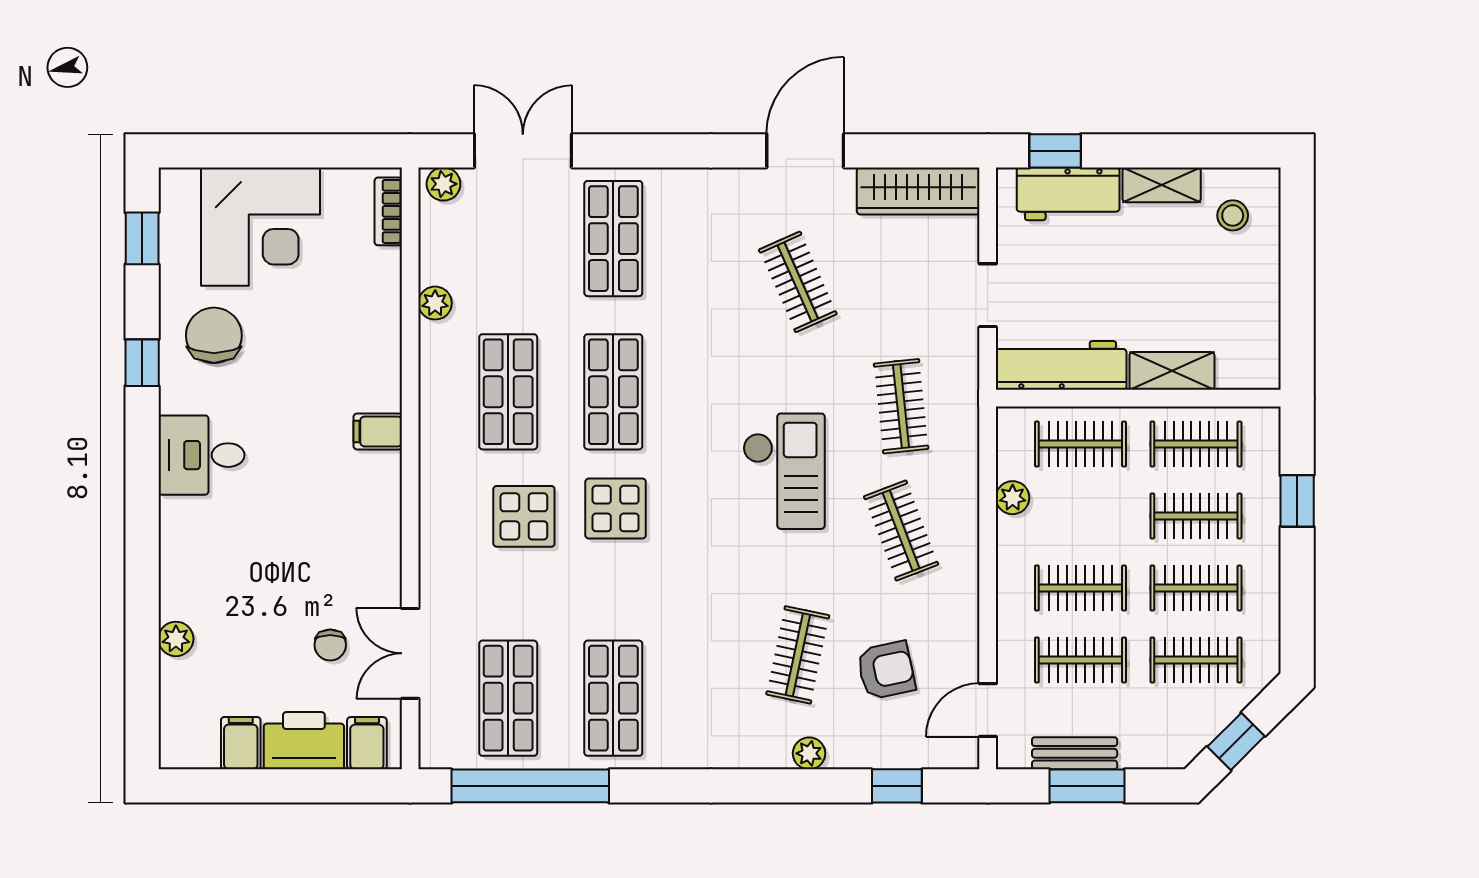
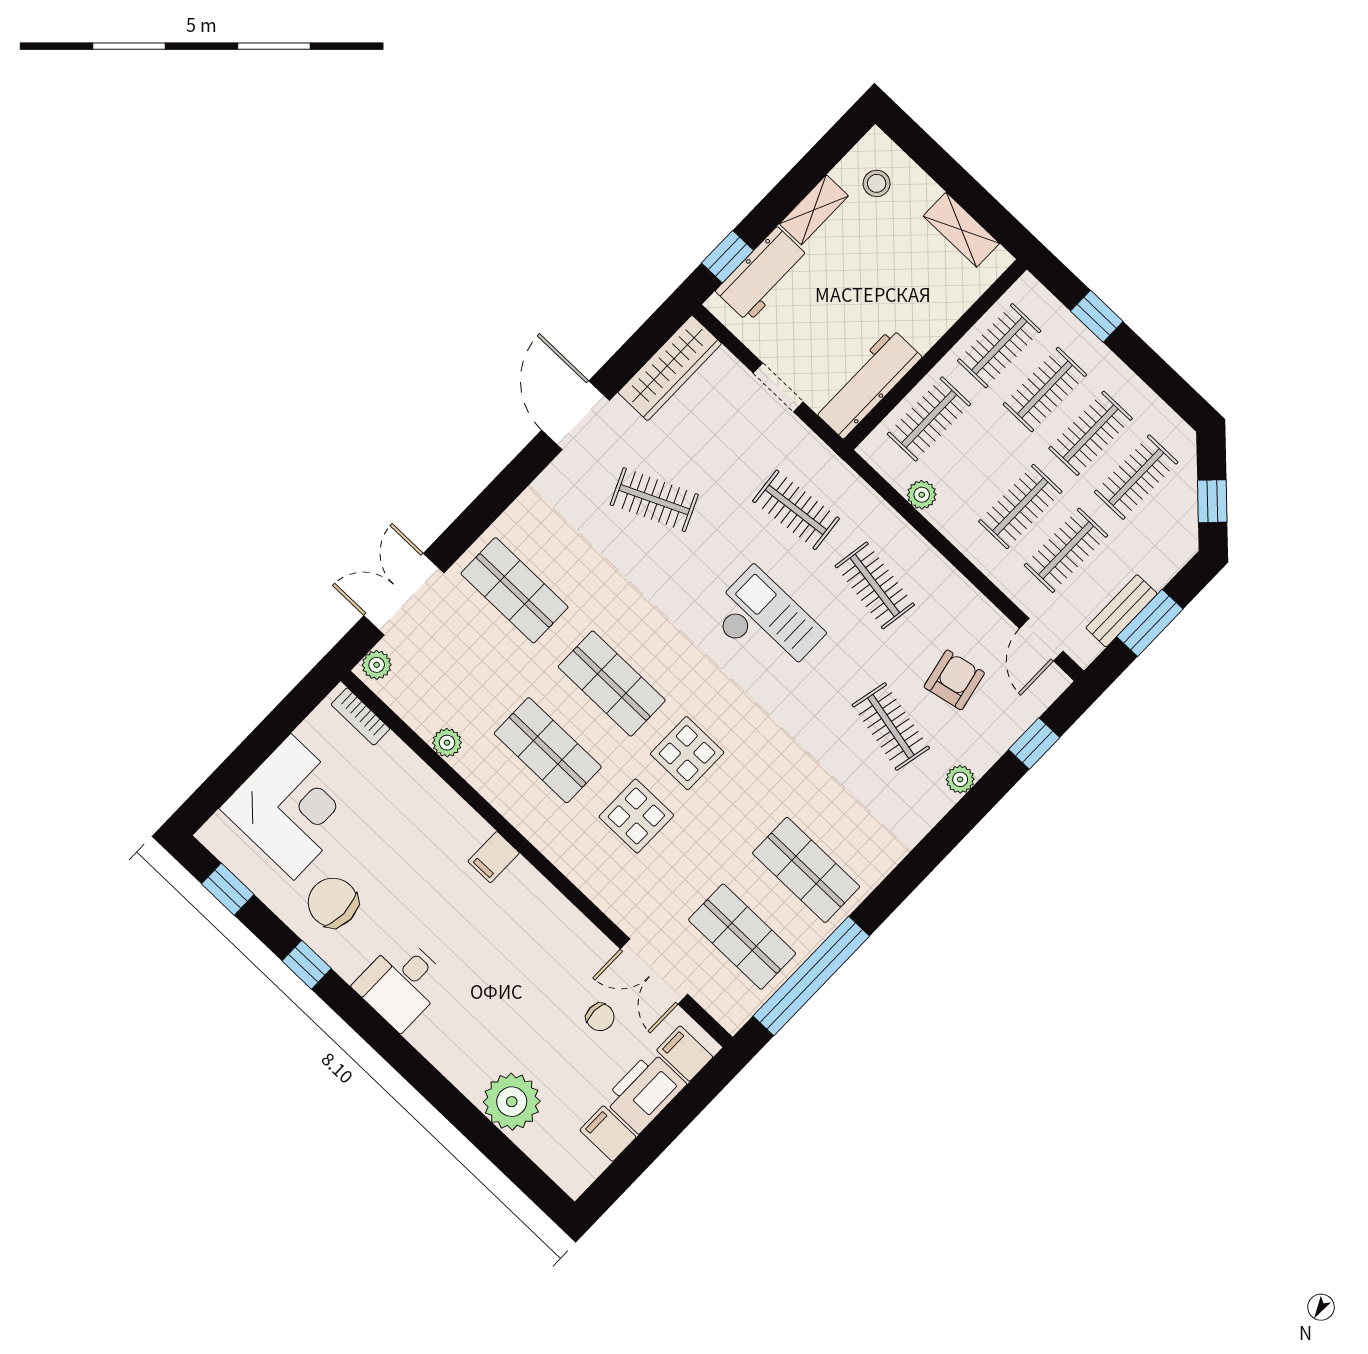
shelving: (1172, 371) -> (961, 230), moved, turned 90
clothes rail: (901, 531) -> (875, 585), turned 30
plant: (176, 639) -> (512, 1102), width x1.87, depth x1.87

